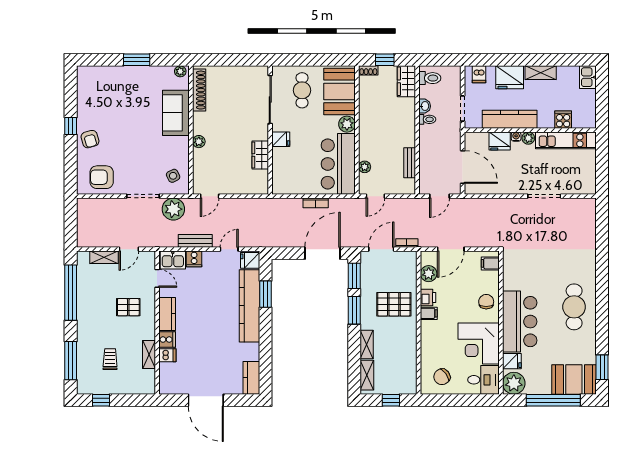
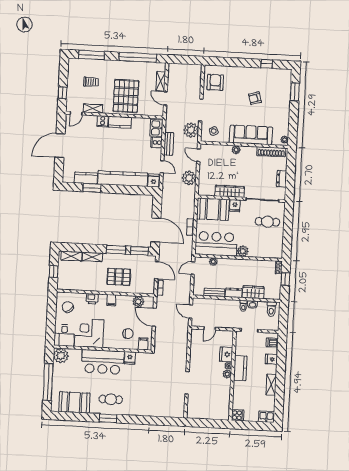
window: (137, 60) -> (295, 92), moved
dresser: (238, 73) -> (282, 179), added
fridge: (510, 77) -> (271, 359), width x0.53, depth x0.75
wardrobe: (406, 81) -> (253, 292), moved
booth: (339, 91) -> (213, 209), moved
sofa: (176, 113) -> (251, 135), width x1.36
kitchen counter: (510, 119) -> (240, 368), width x0.67
cooker: (563, 120) -> (238, 415), moved
window: (71, 126) -> (267, 64), moved
dresser: (409, 135) -> (234, 293), added
armchair: (90, 139) -> (255, 98), moved
kitchen unit: (566, 140) -> (224, 400), removed
wardrobe: (260, 155) -> (230, 191), width x1.50
door: (463, 167) -> (210, 328), width x0.53
door: (375, 196) -> (193, 268), hinge flipped
plant: (244, 208) -> (189, 178), added
door: (157, 278) -> (76, 113), moved
window: (265, 294) -> (92, 188), moved
printer: (428, 297) -> (92, 299), moved
chair: (486, 302) -> (128, 334), moved
pallet: (394, 304) -> (119, 277), turned 90
pallet: (128, 307) -> (126, 96), width x2.05, depth x2.00
cafe table: (574, 307) -> (111, 399), width x0.73, depth x0.74
dishwasher: (167, 355) -> (92, 121), removed
fridge: (512, 361) -> (130, 358), moved
window: (602, 367) -> (108, 418), moved
kitchen counter: (251, 378) -> (86, 178), moved
booth: (574, 379) -> (74, 402), moved, turned 90
window: (101, 400) -> (63, 93), moved

